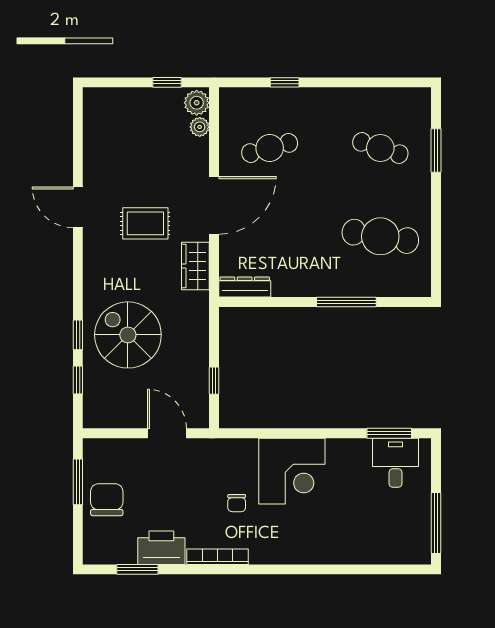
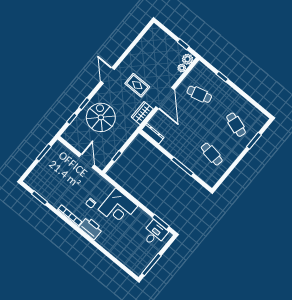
door: (214, 205) -> (165, 98), hinge flipped
door: (78, 207) -> (108, 75), moved
cafe table: (380, 236) -> (212, 154), width x0.73, depth x0.74
chair: (107, 500) -> (48, 166), removed
printer: (161, 548) -> (91, 228), moved

